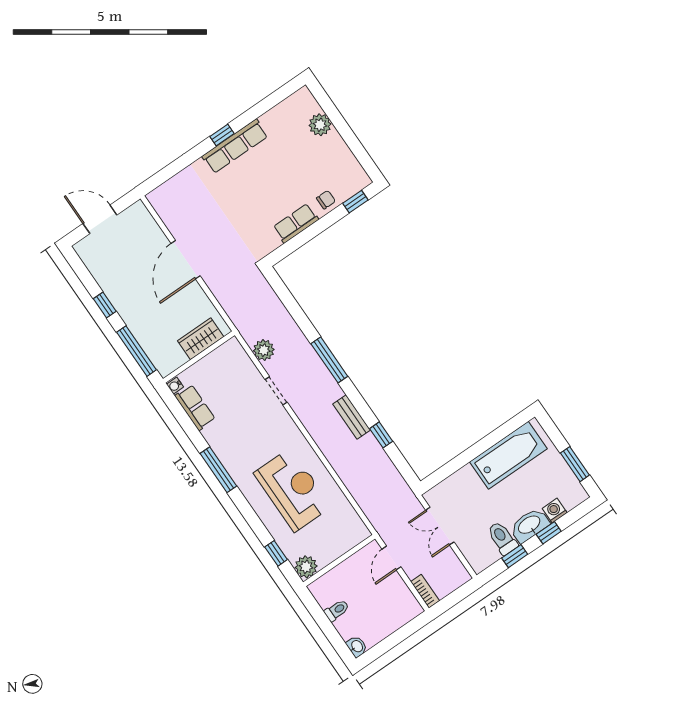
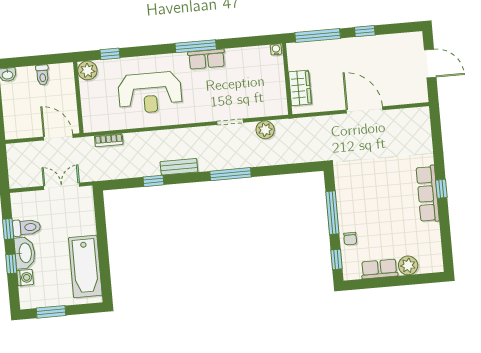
door: (100, 219) -> (430, 63), hinge flipped
row of seats: (296, 223) -> (379, 269), moved, turned -90
window: (310, 233) -> (332, 213), added
row of seats: (195, 407) -> (207, 59), moved
door: (391, 558) -> (58, 137), width x1.38
bookcase: (425, 591) -> (109, 140), moved

